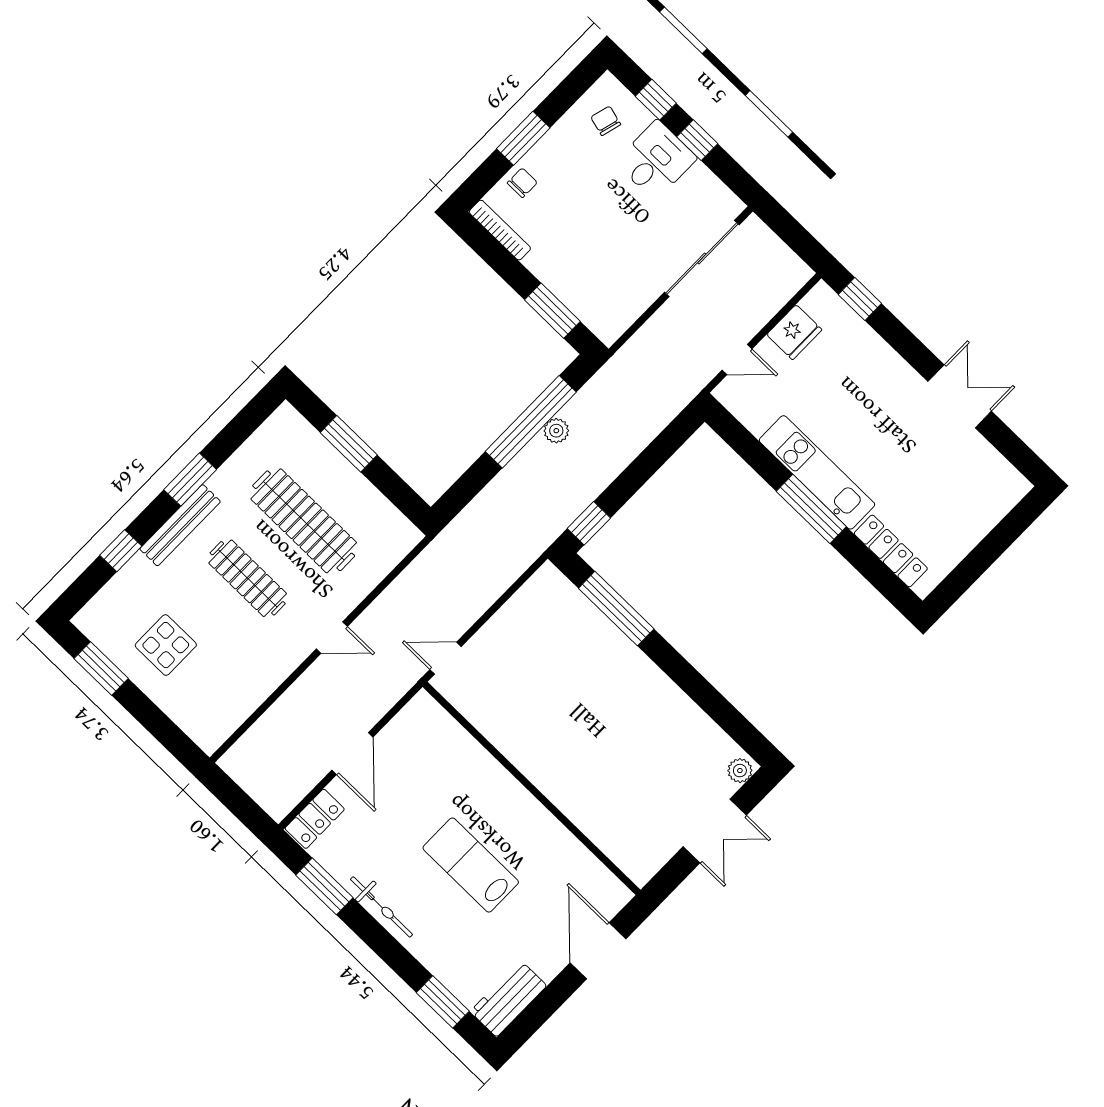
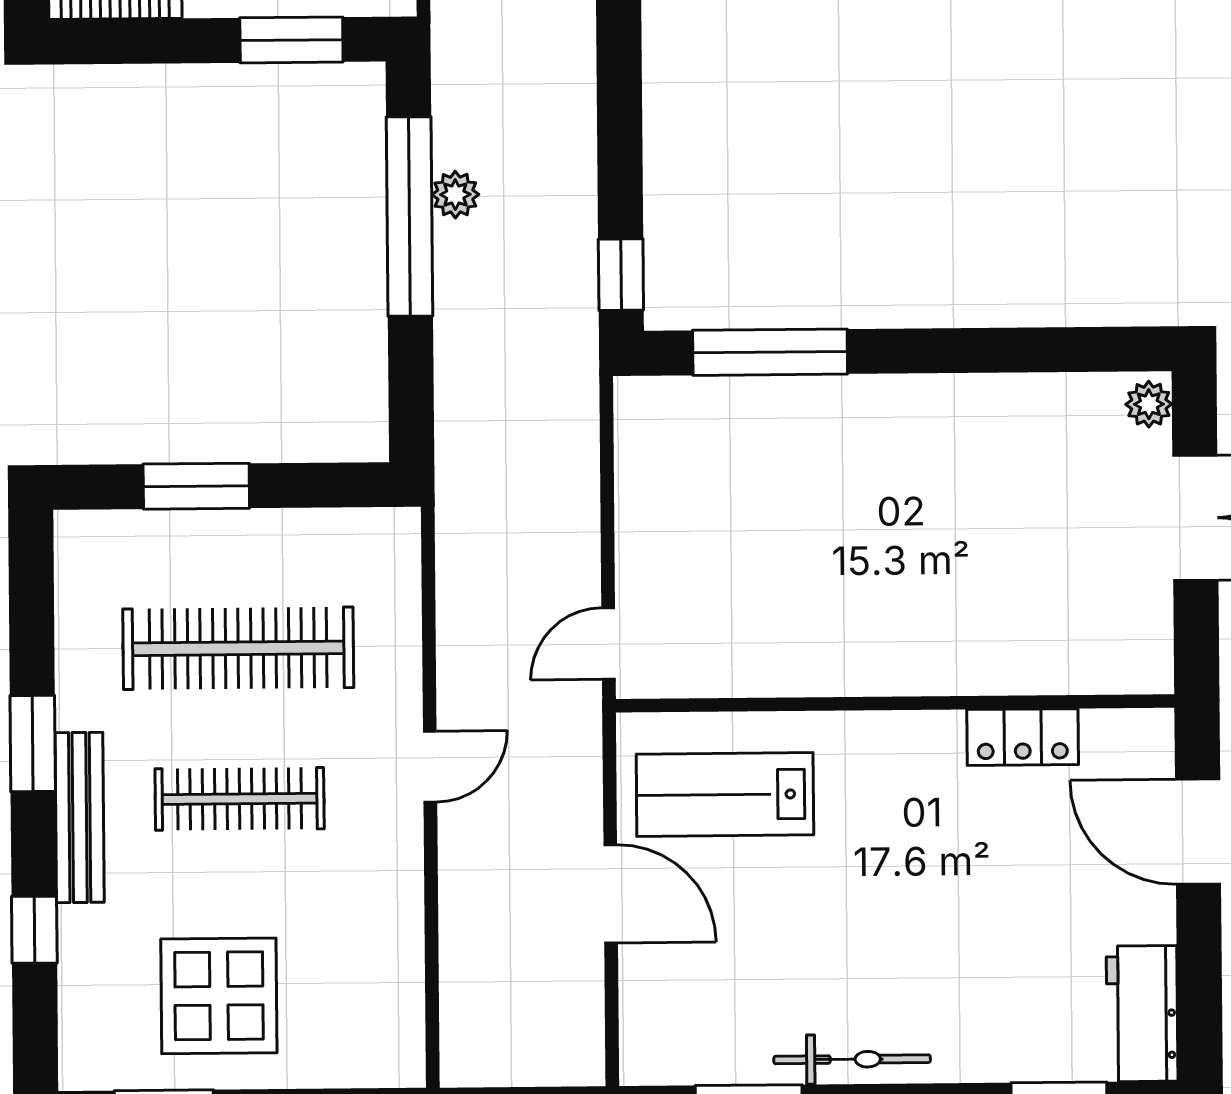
display table: (166, 645) -> (219, 996), width x1.36, depth x1.36
locker: (315, 819) -> (1023, 737), moved, turned 90
lab bench: (471, 865) -> (725, 795), moved

